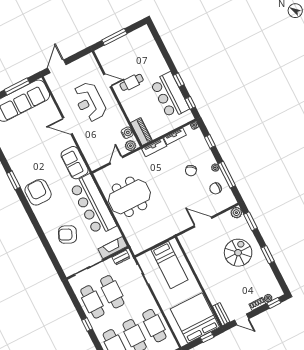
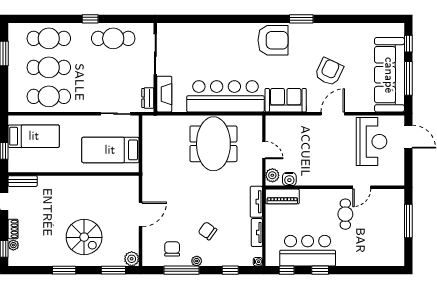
reception desk: (90, 102) -> (372, 142), moved, turned 90
armchair: (68, 234) -> (329, 72), moved
cafe table: (112, 292) -> (113, 67), removed
bed: (195, 318) -> (34, 136), width x0.49

